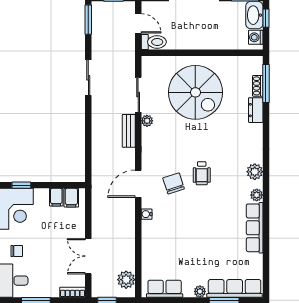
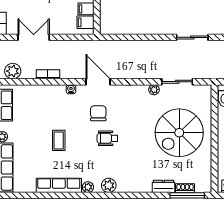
bench: (129, 131) -> (145, 73), removed
chair: (174, 183) -> (98, 113), turned -72
coffee table: (204, 228) -> (59, 140), added
bookcase: (130, 240) -> (48, 74), added

